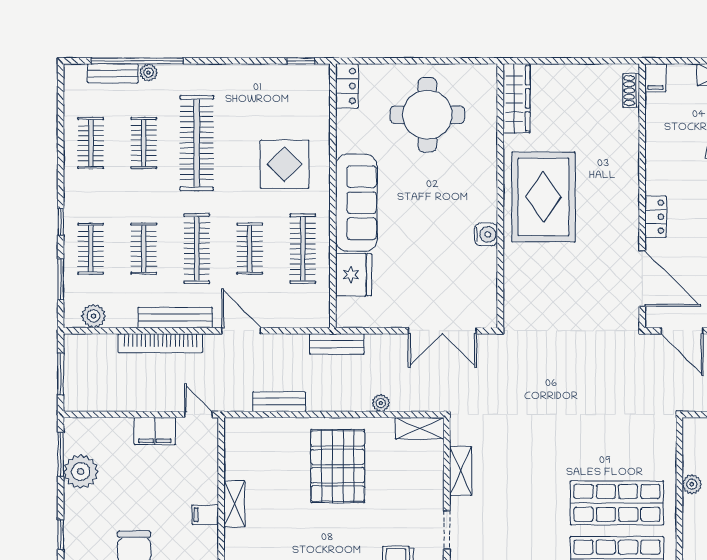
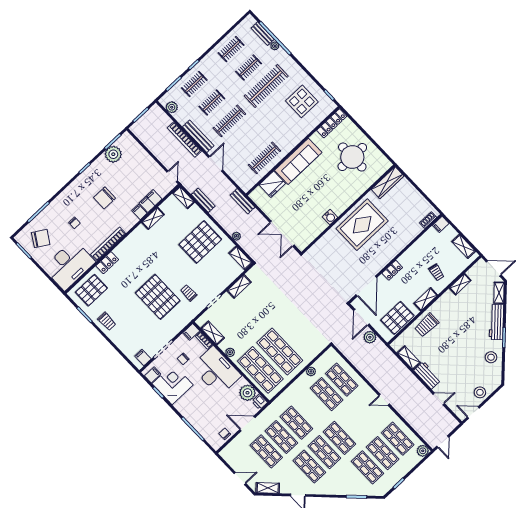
locker: (347, 86) -> (332, 123), width x1.53
display table: (285, 164) -> (302, 101), moved
clothes rail: (250, 249) -> (247, 139), removed
shelving: (247, 428) -> (184, 198), added
filing cabinet: (155, 431) -> (150, 201), moved, turned 90

